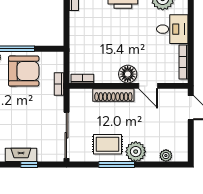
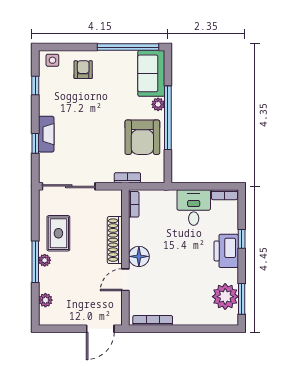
desk: (172, 29) -> (194, 207), moved, turned 180
plant: (136, 152) -> (45, 260), width x0.53, depth x0.53
window: (117, 164) -> (35, 262), moved

